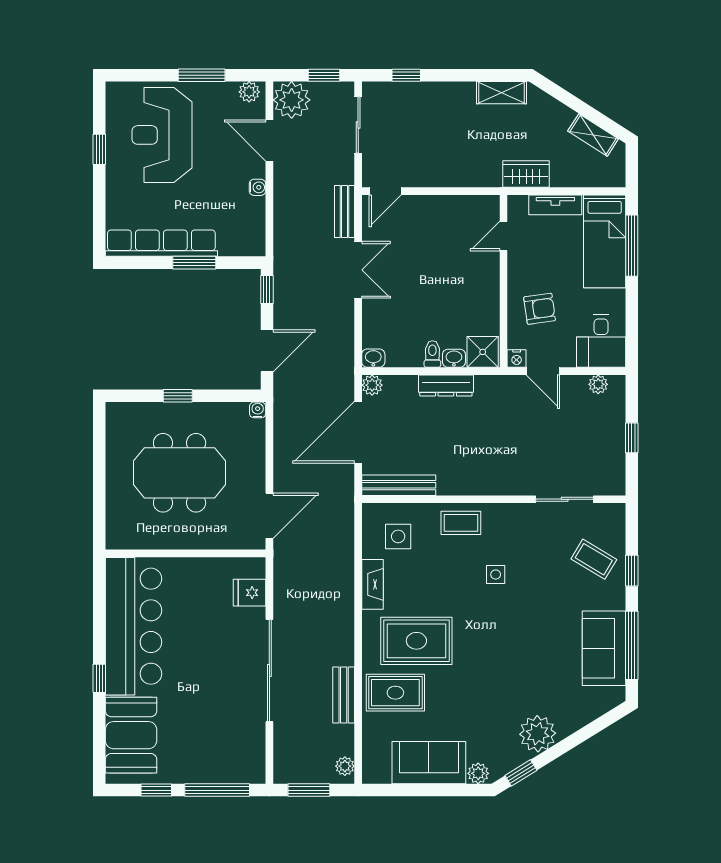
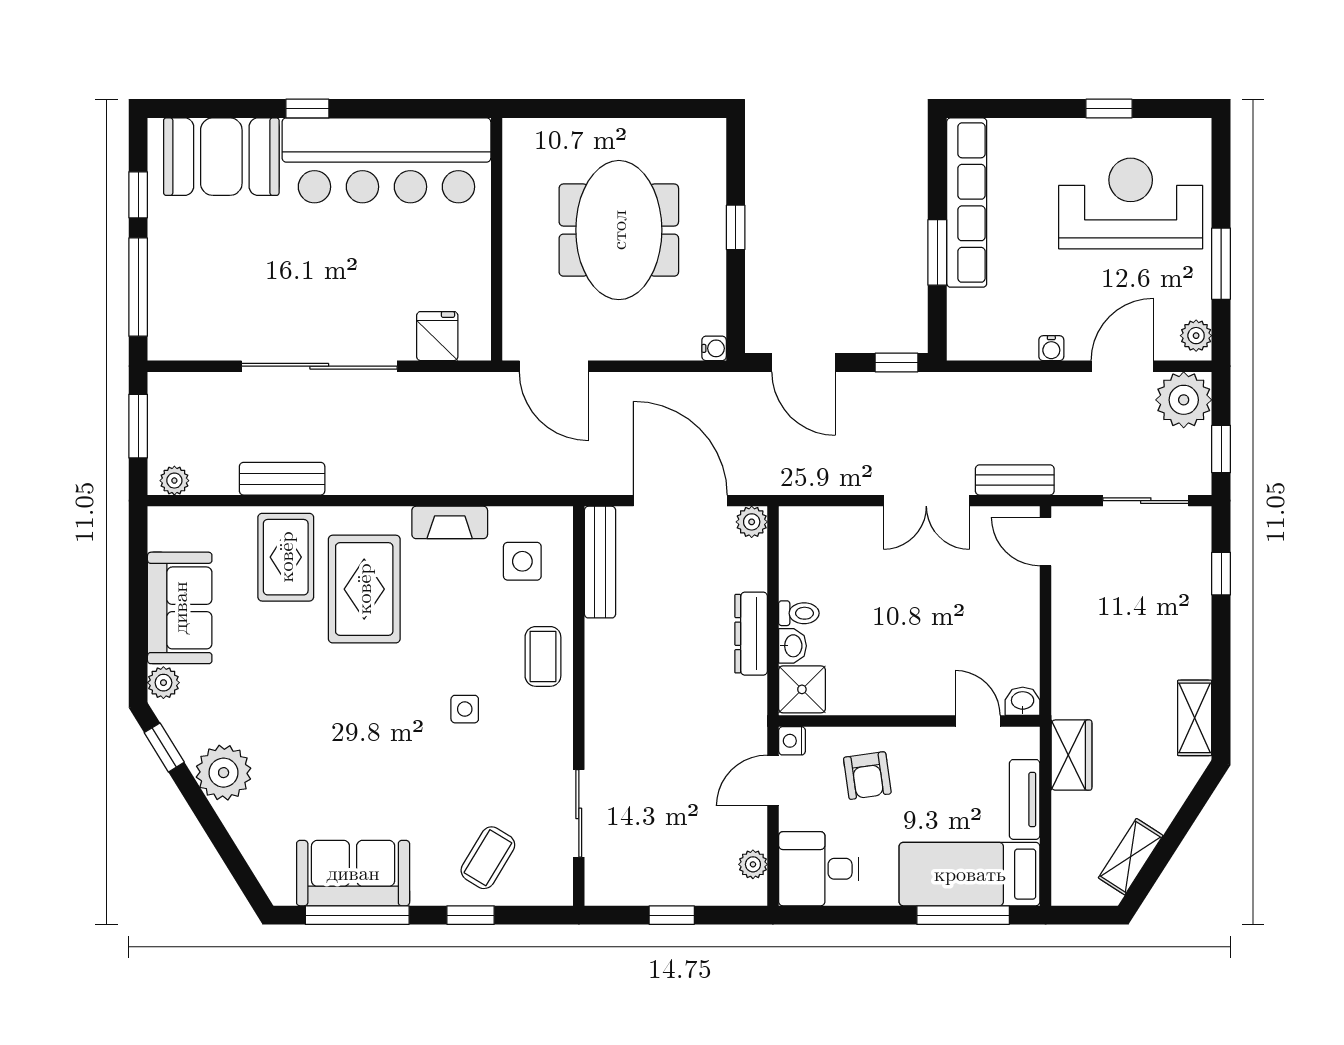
washbasin: (373, 358) -> (1023, 701), moved, turned -90

